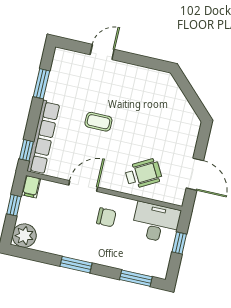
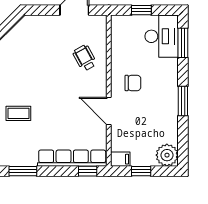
coffee table: (98, 122) -> (18, 113), moved, turned 90
wheelchair: (143, 174) -> (85, 58), width x0.73, depth x0.73
chair: (106, 217) -> (133, 83), turned 90
desk: (156, 223) -> (162, 36), moved, turned 180

